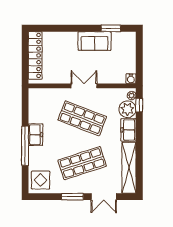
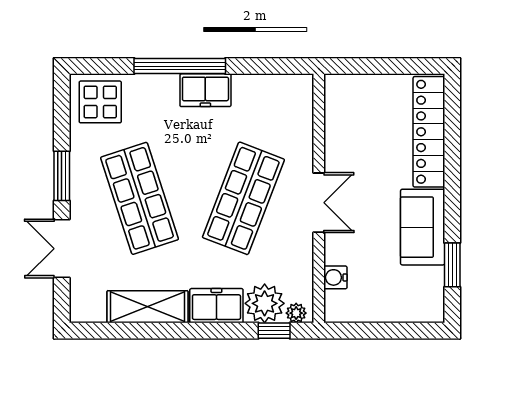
locker: (35, 55) -> (429, 132), moved, turned 90
water cooler: (131, 79) -> (335, 277), moved
shelving: (129, 168) -> (148, 307), width x0.68

